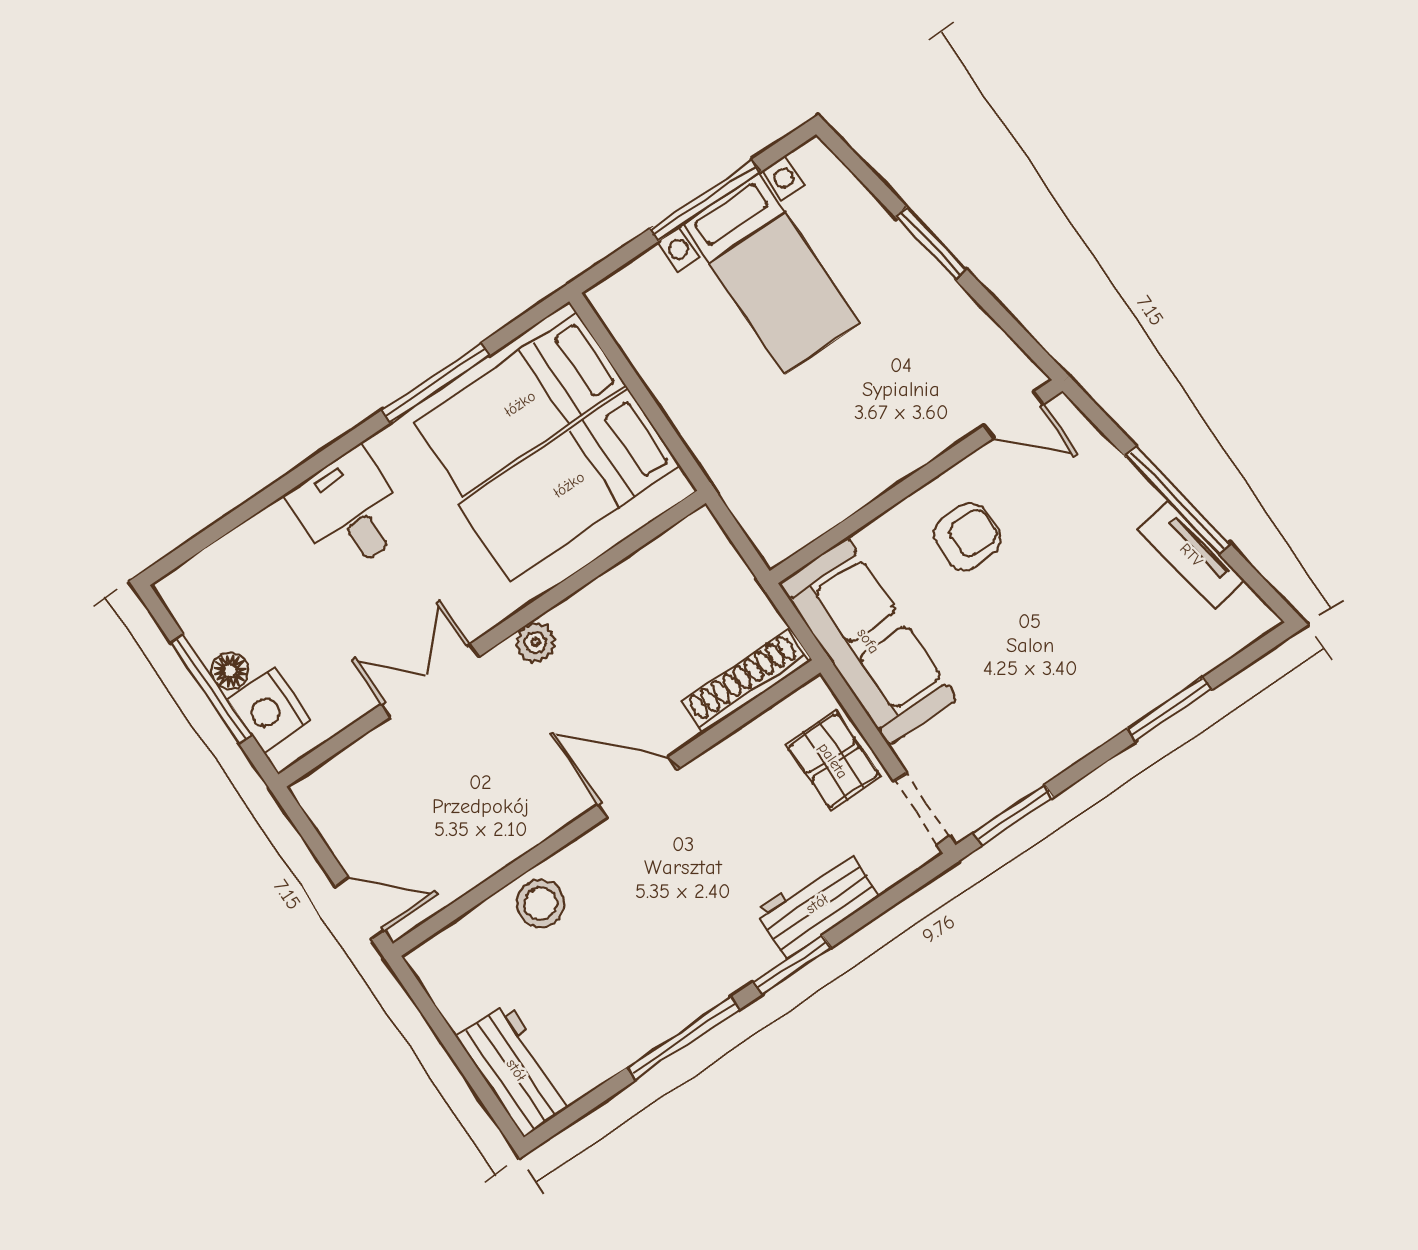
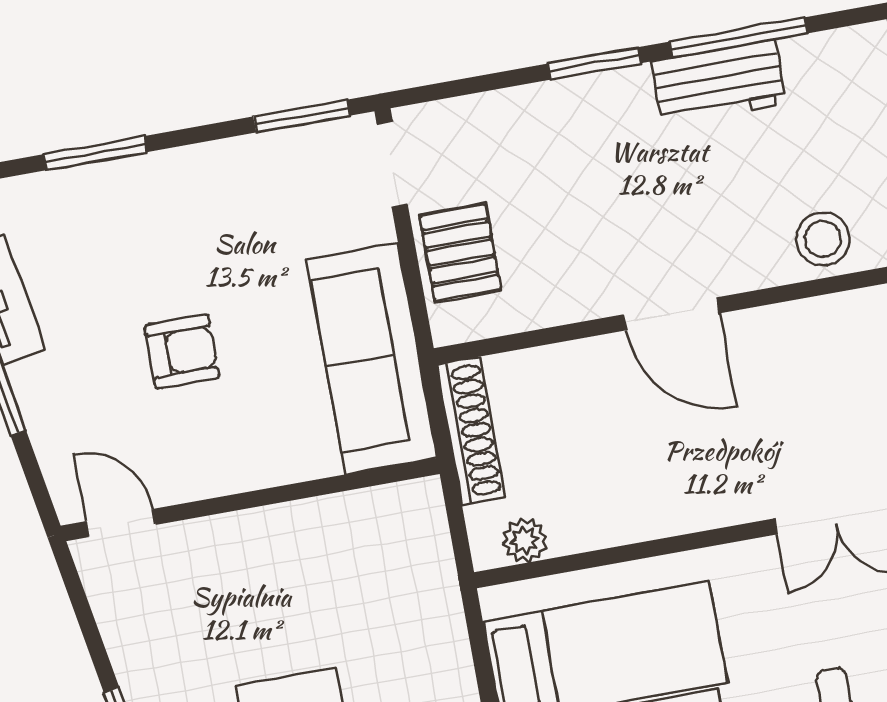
armchair: (967, 537) -> (182, 352), moved, turned 180
plant: (535, 642) -> (525, 540), moved
shoe rack: (745, 681) -> (471, 431), moved, turned -90
workbench: (817, 904) -> (719, 82), moved

